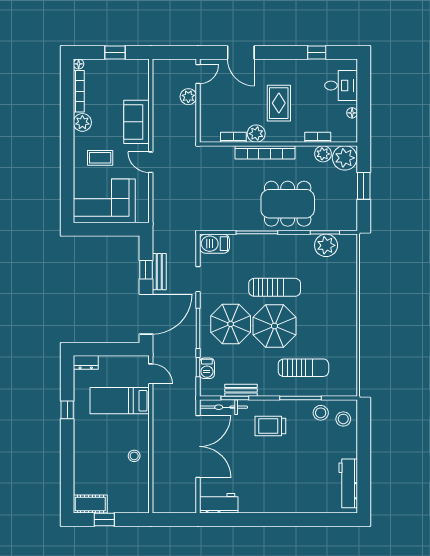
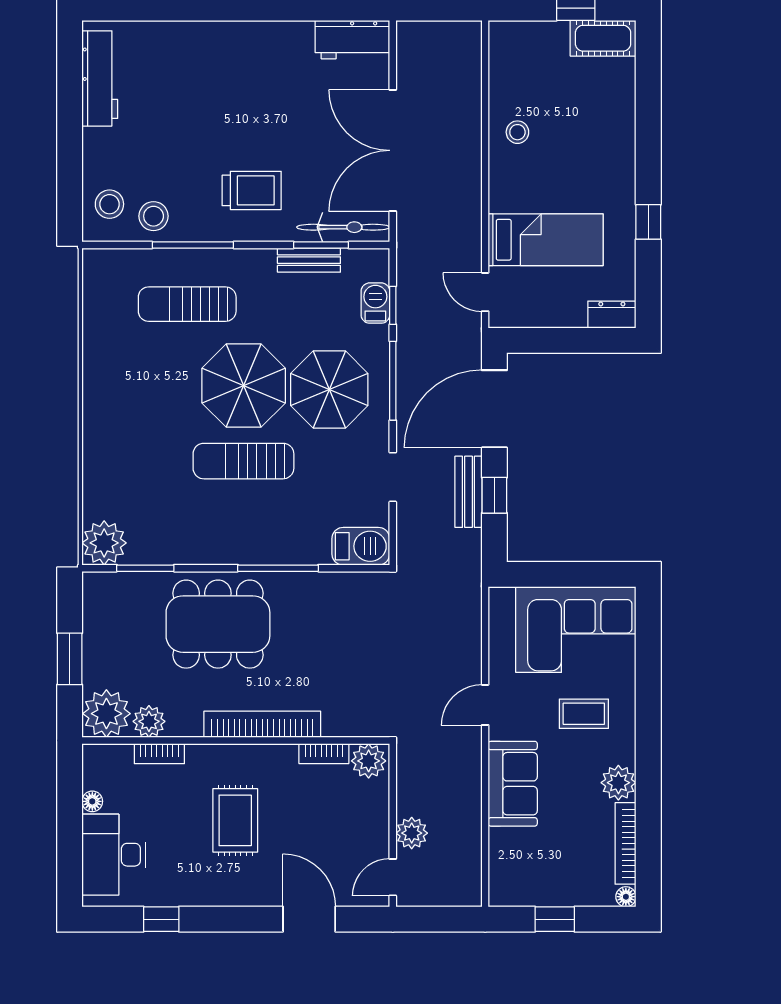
desk: (341, 86) -> (114, 855), width x1.37
plant: (256, 134) -> (369, 761), moved
door: (151, 162) -> (485, 705), swing flipped
plant: (326, 245) -> (104, 543), moved

